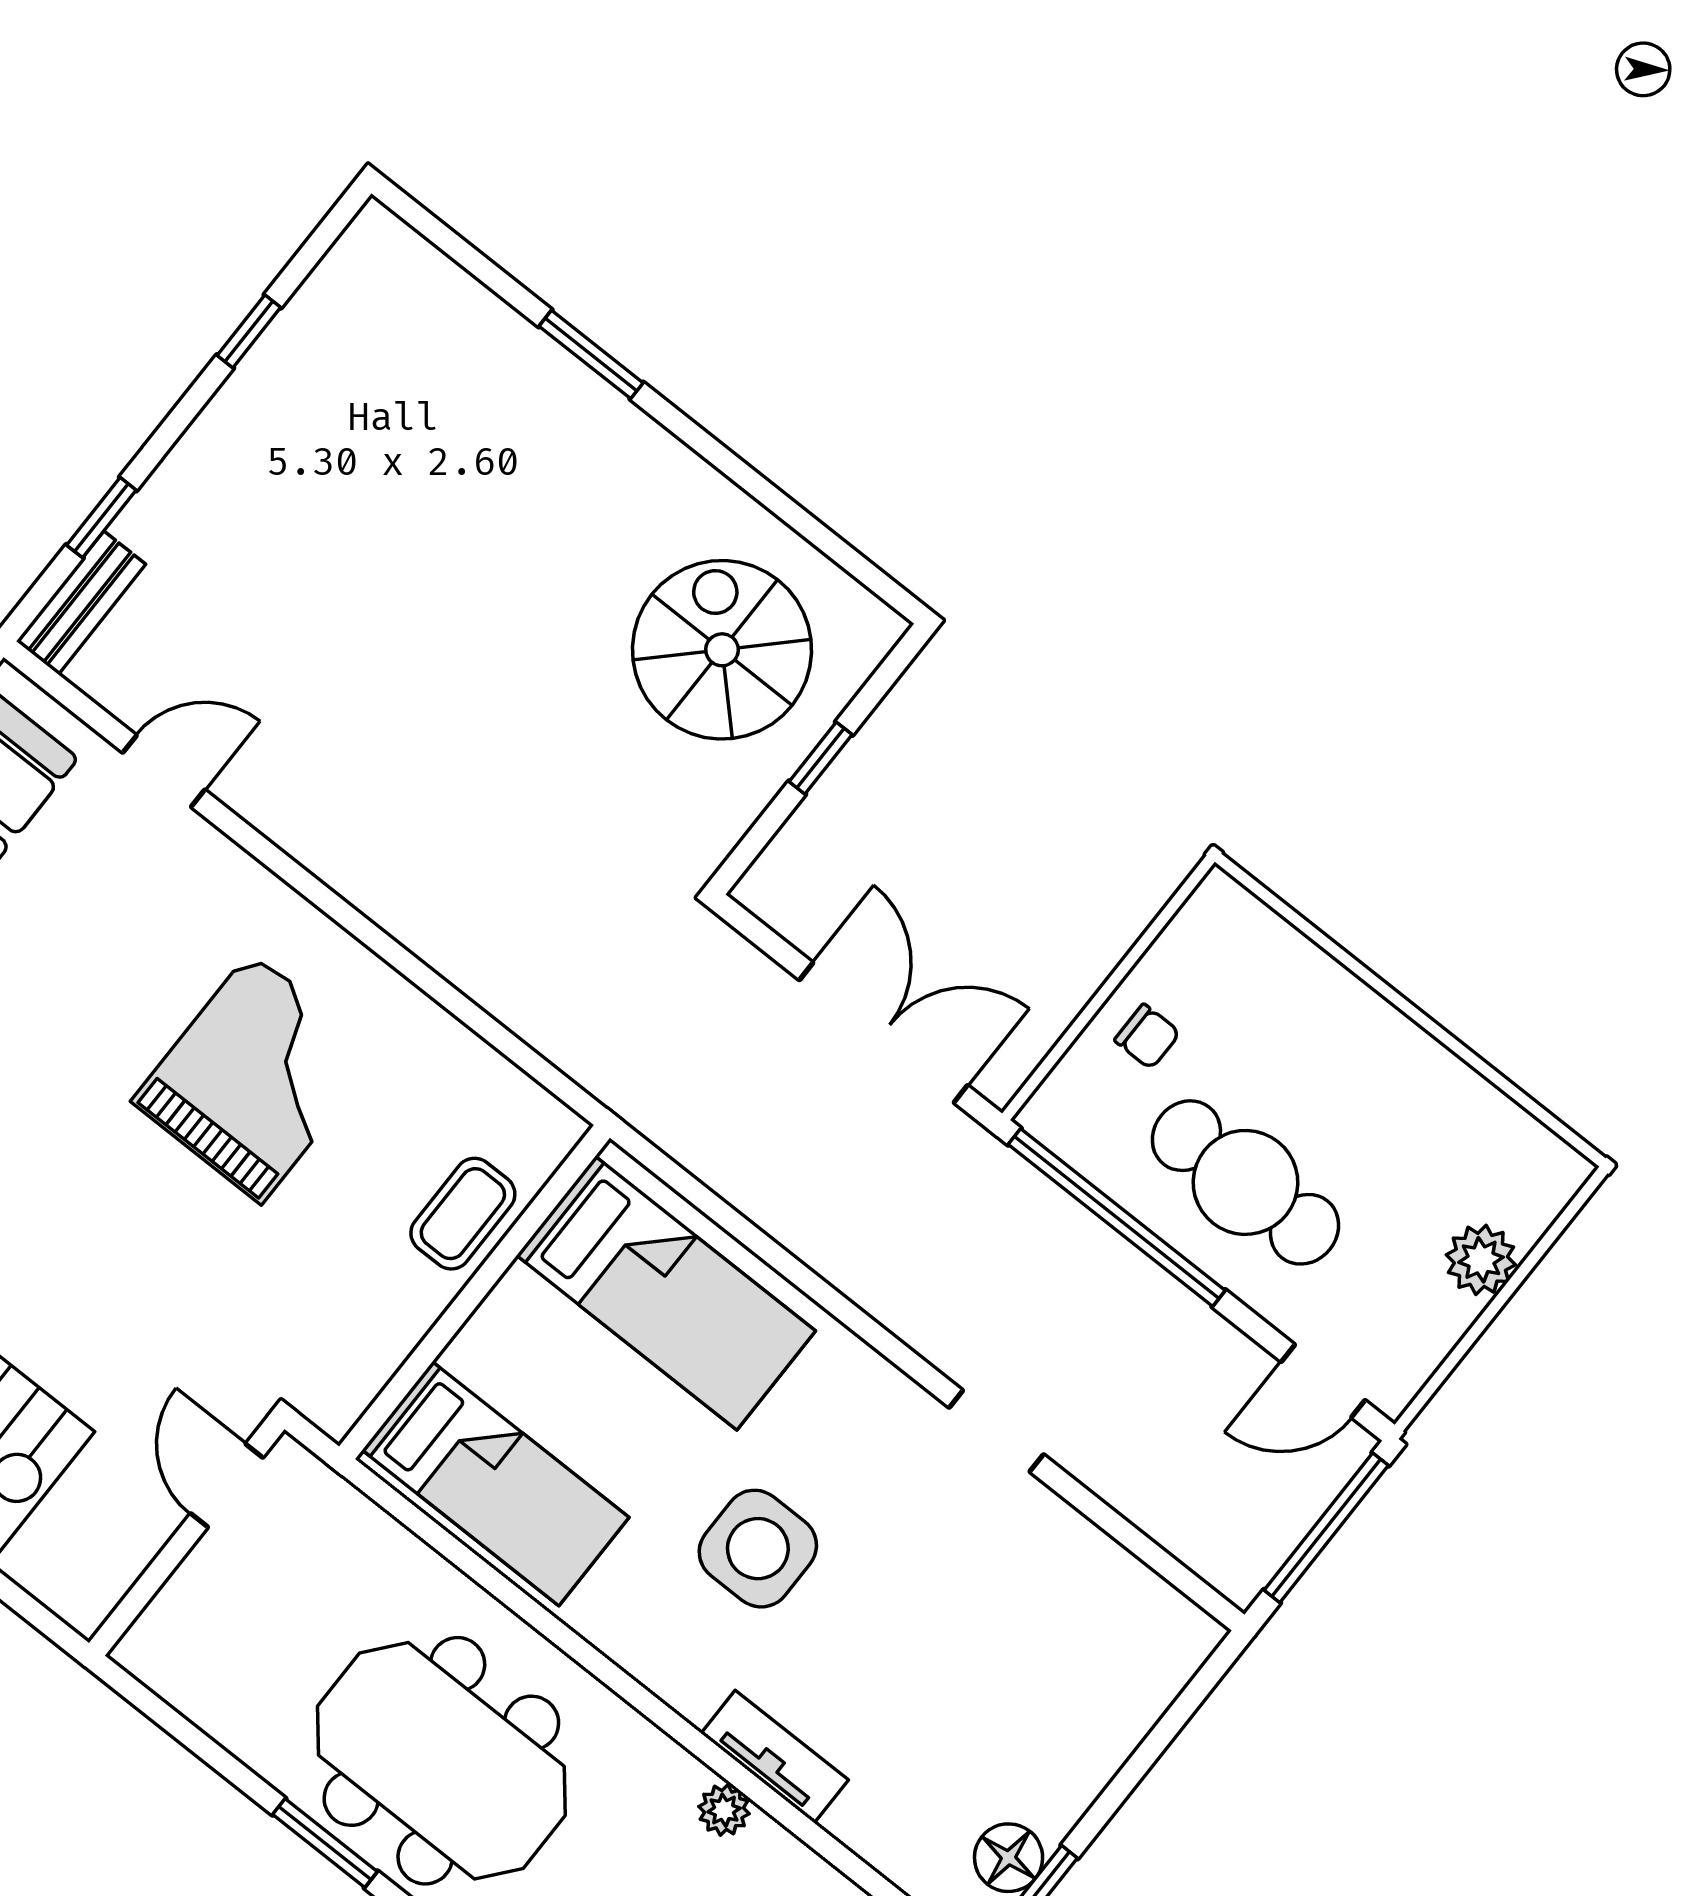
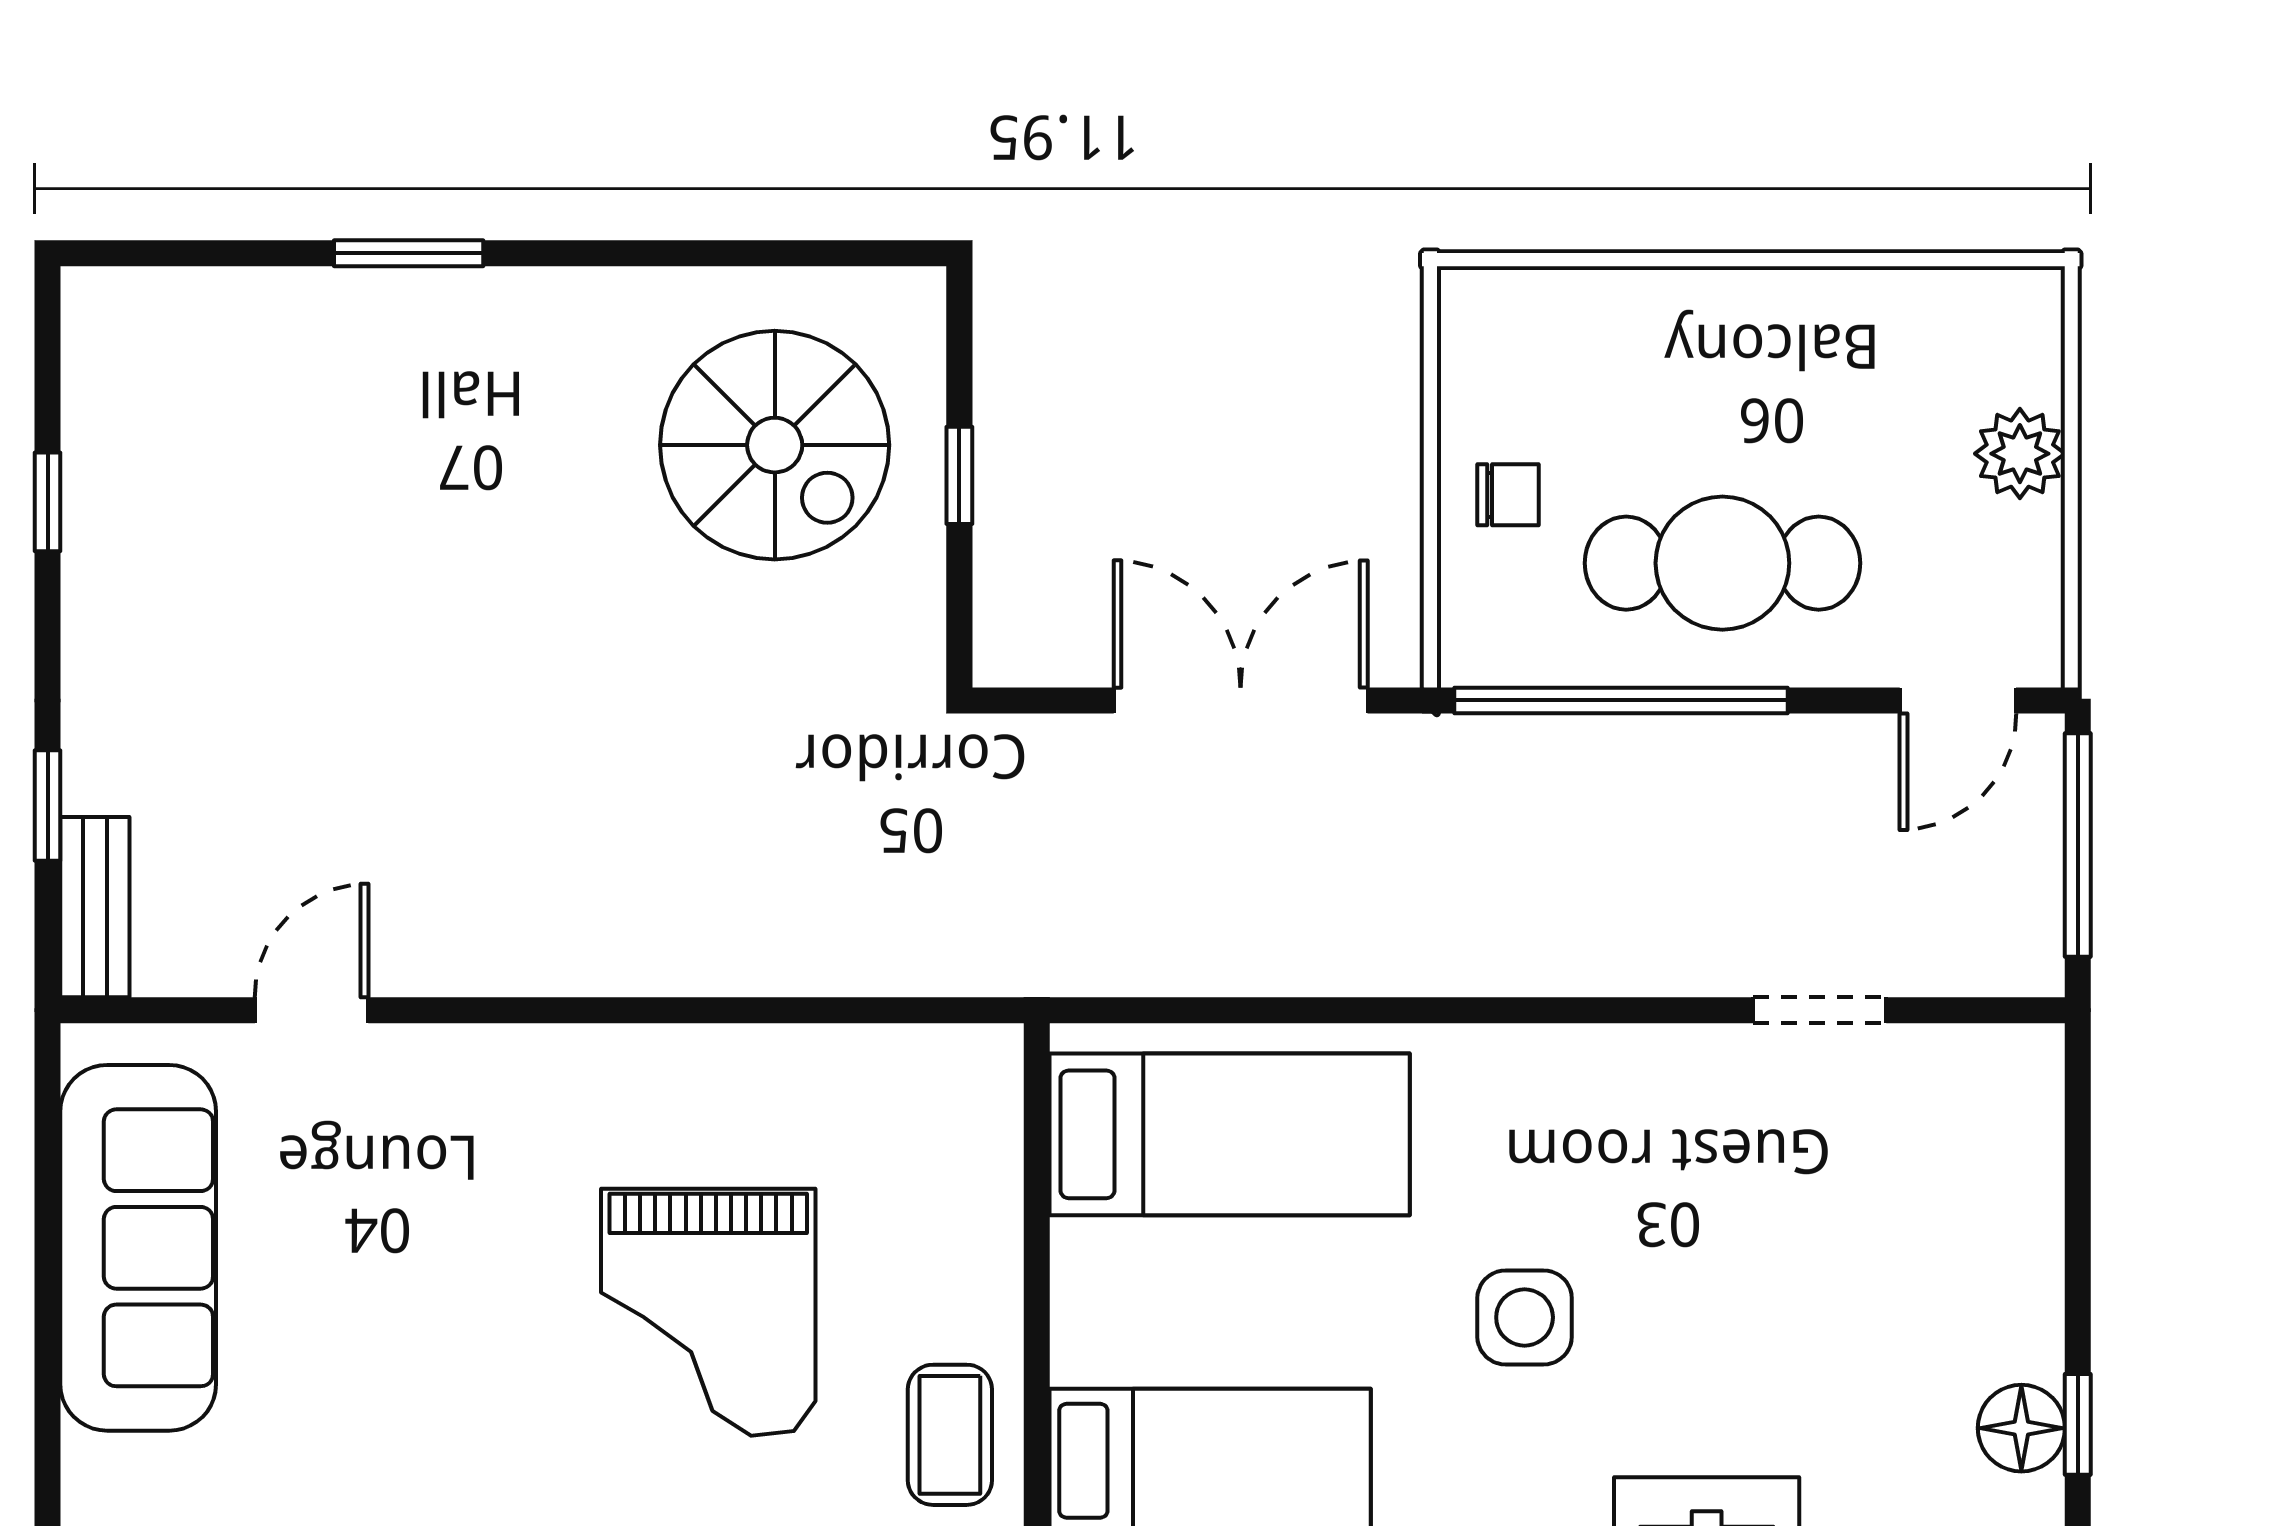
spiral stairs: (722, 650) -> (775, 445), turned 180
grand piano: (256, 1078) -> (708, 1312), moved, turned 180
coffee table: (463, 1214) -> (950, 1435), moved
doorway: (996, 1431) -> (1820, 1010), moved
side table: (758, 1549) -> (1525, 1317), width x0.73, depth x0.73

